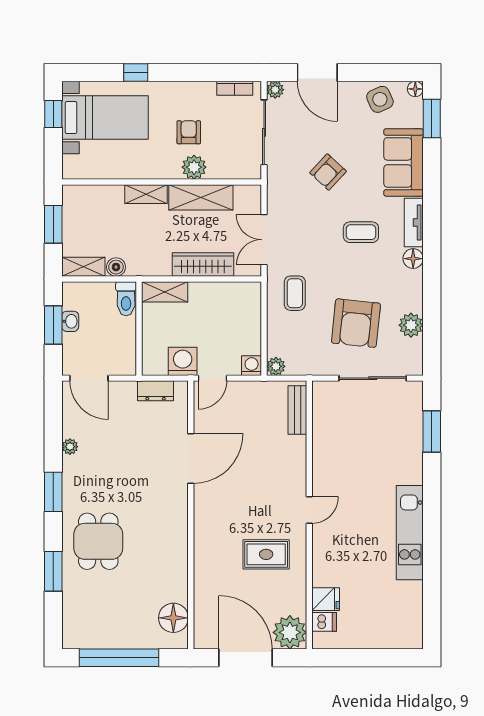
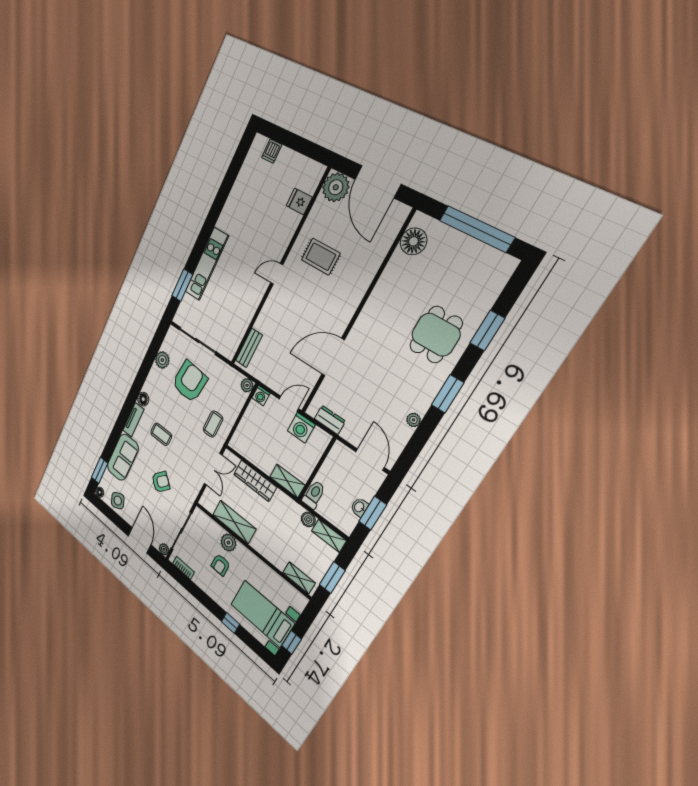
shelving: (146, 194) -> (299, 578), moved
kitchen unit: (410, 533) -> (207, 264), moved
dishwasher: (324, 622) -> (272, 151), moved, turned -90

